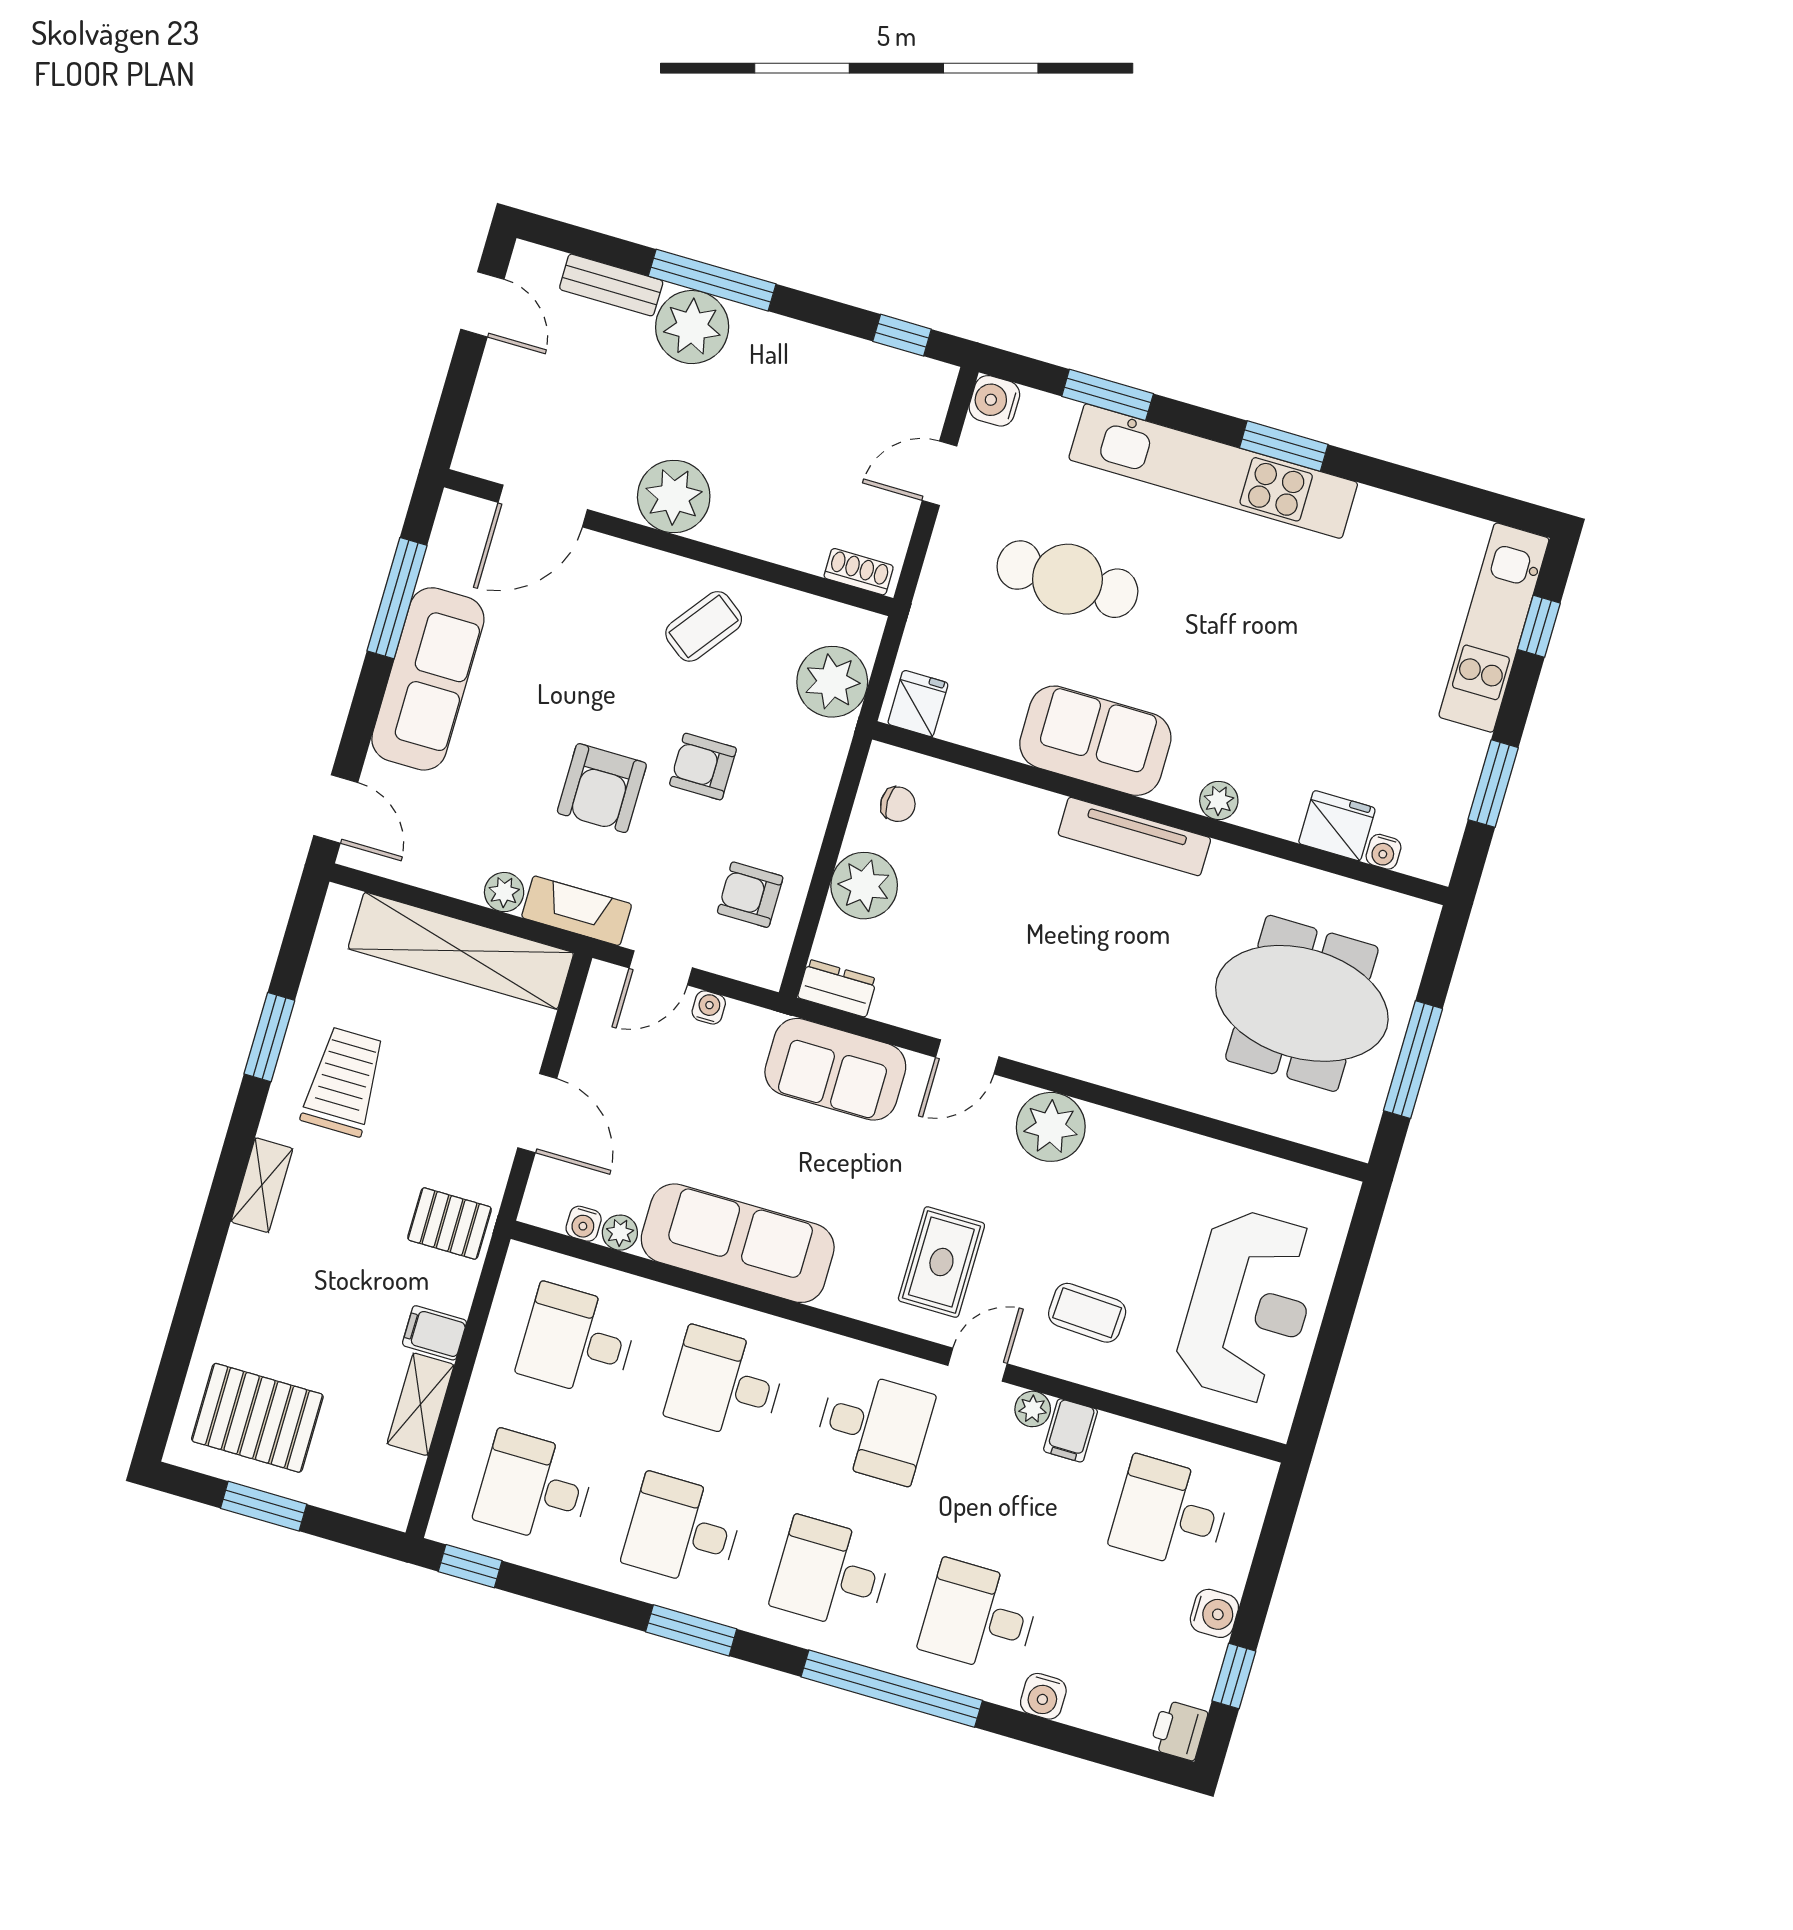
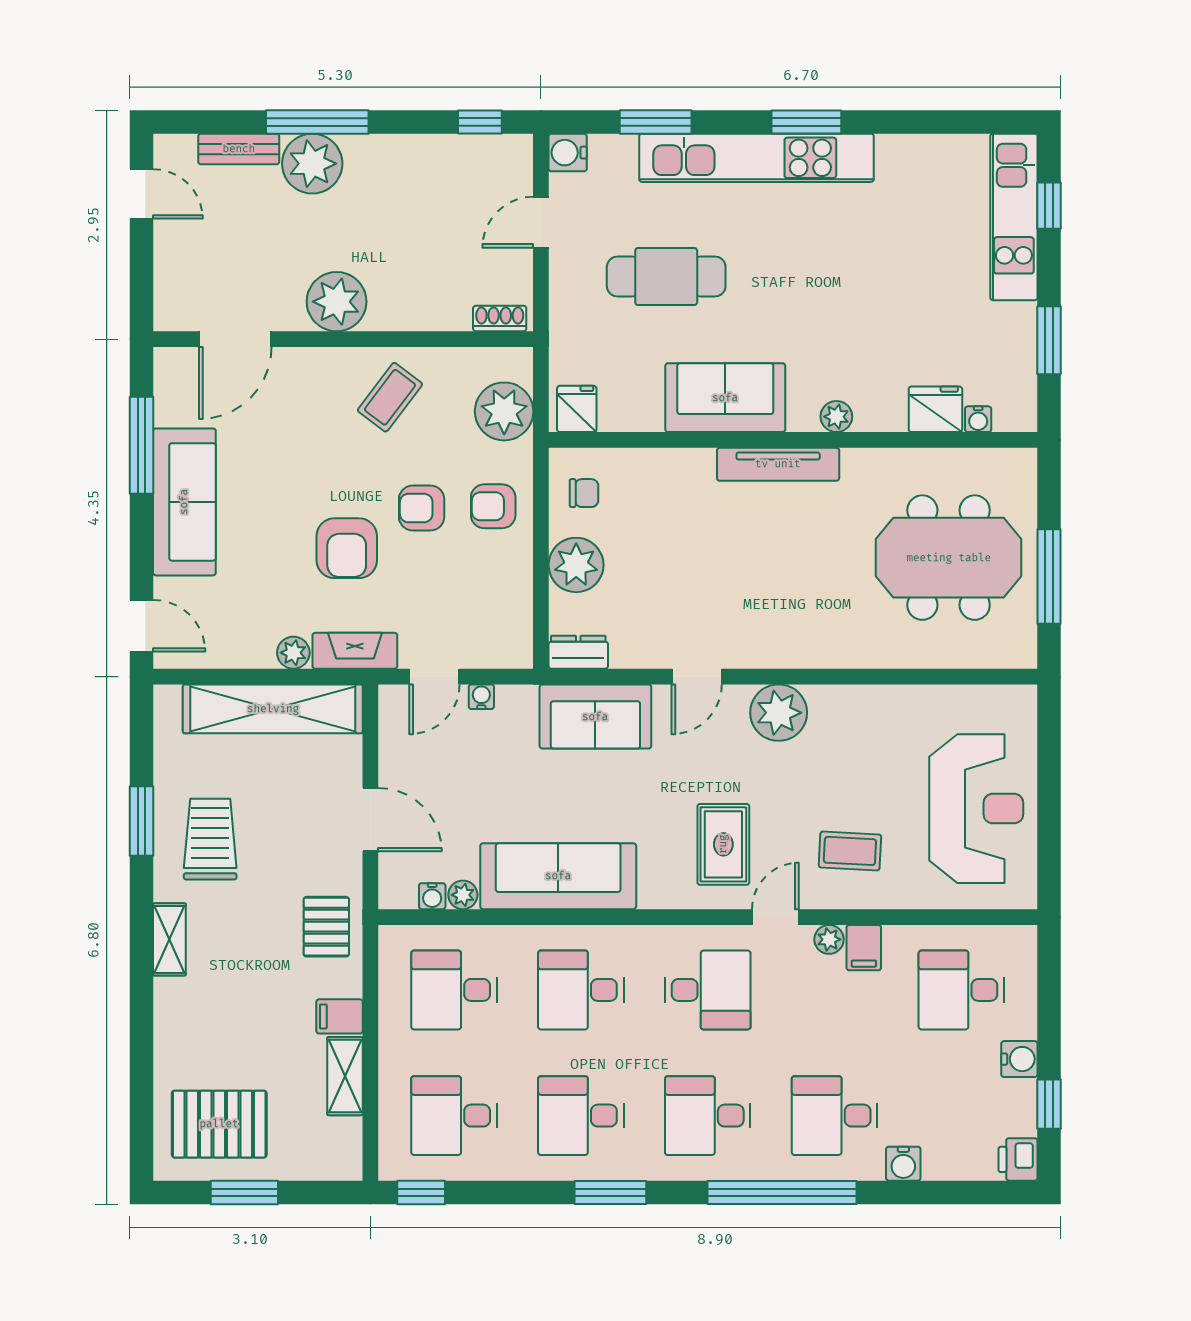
armchair: (750, 895) -> (493, 506), moved
pallet: (450, 1223) -> (326, 927), turned 90

